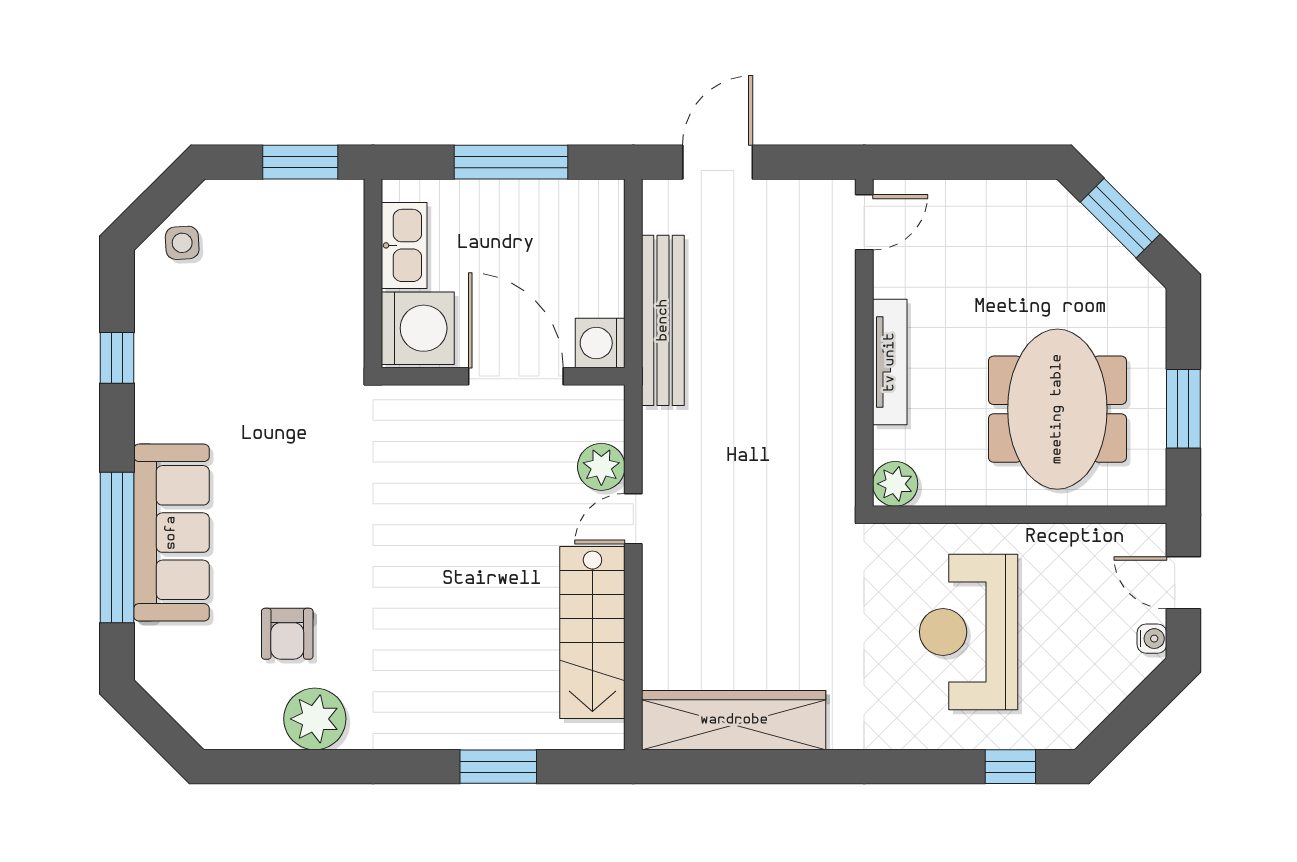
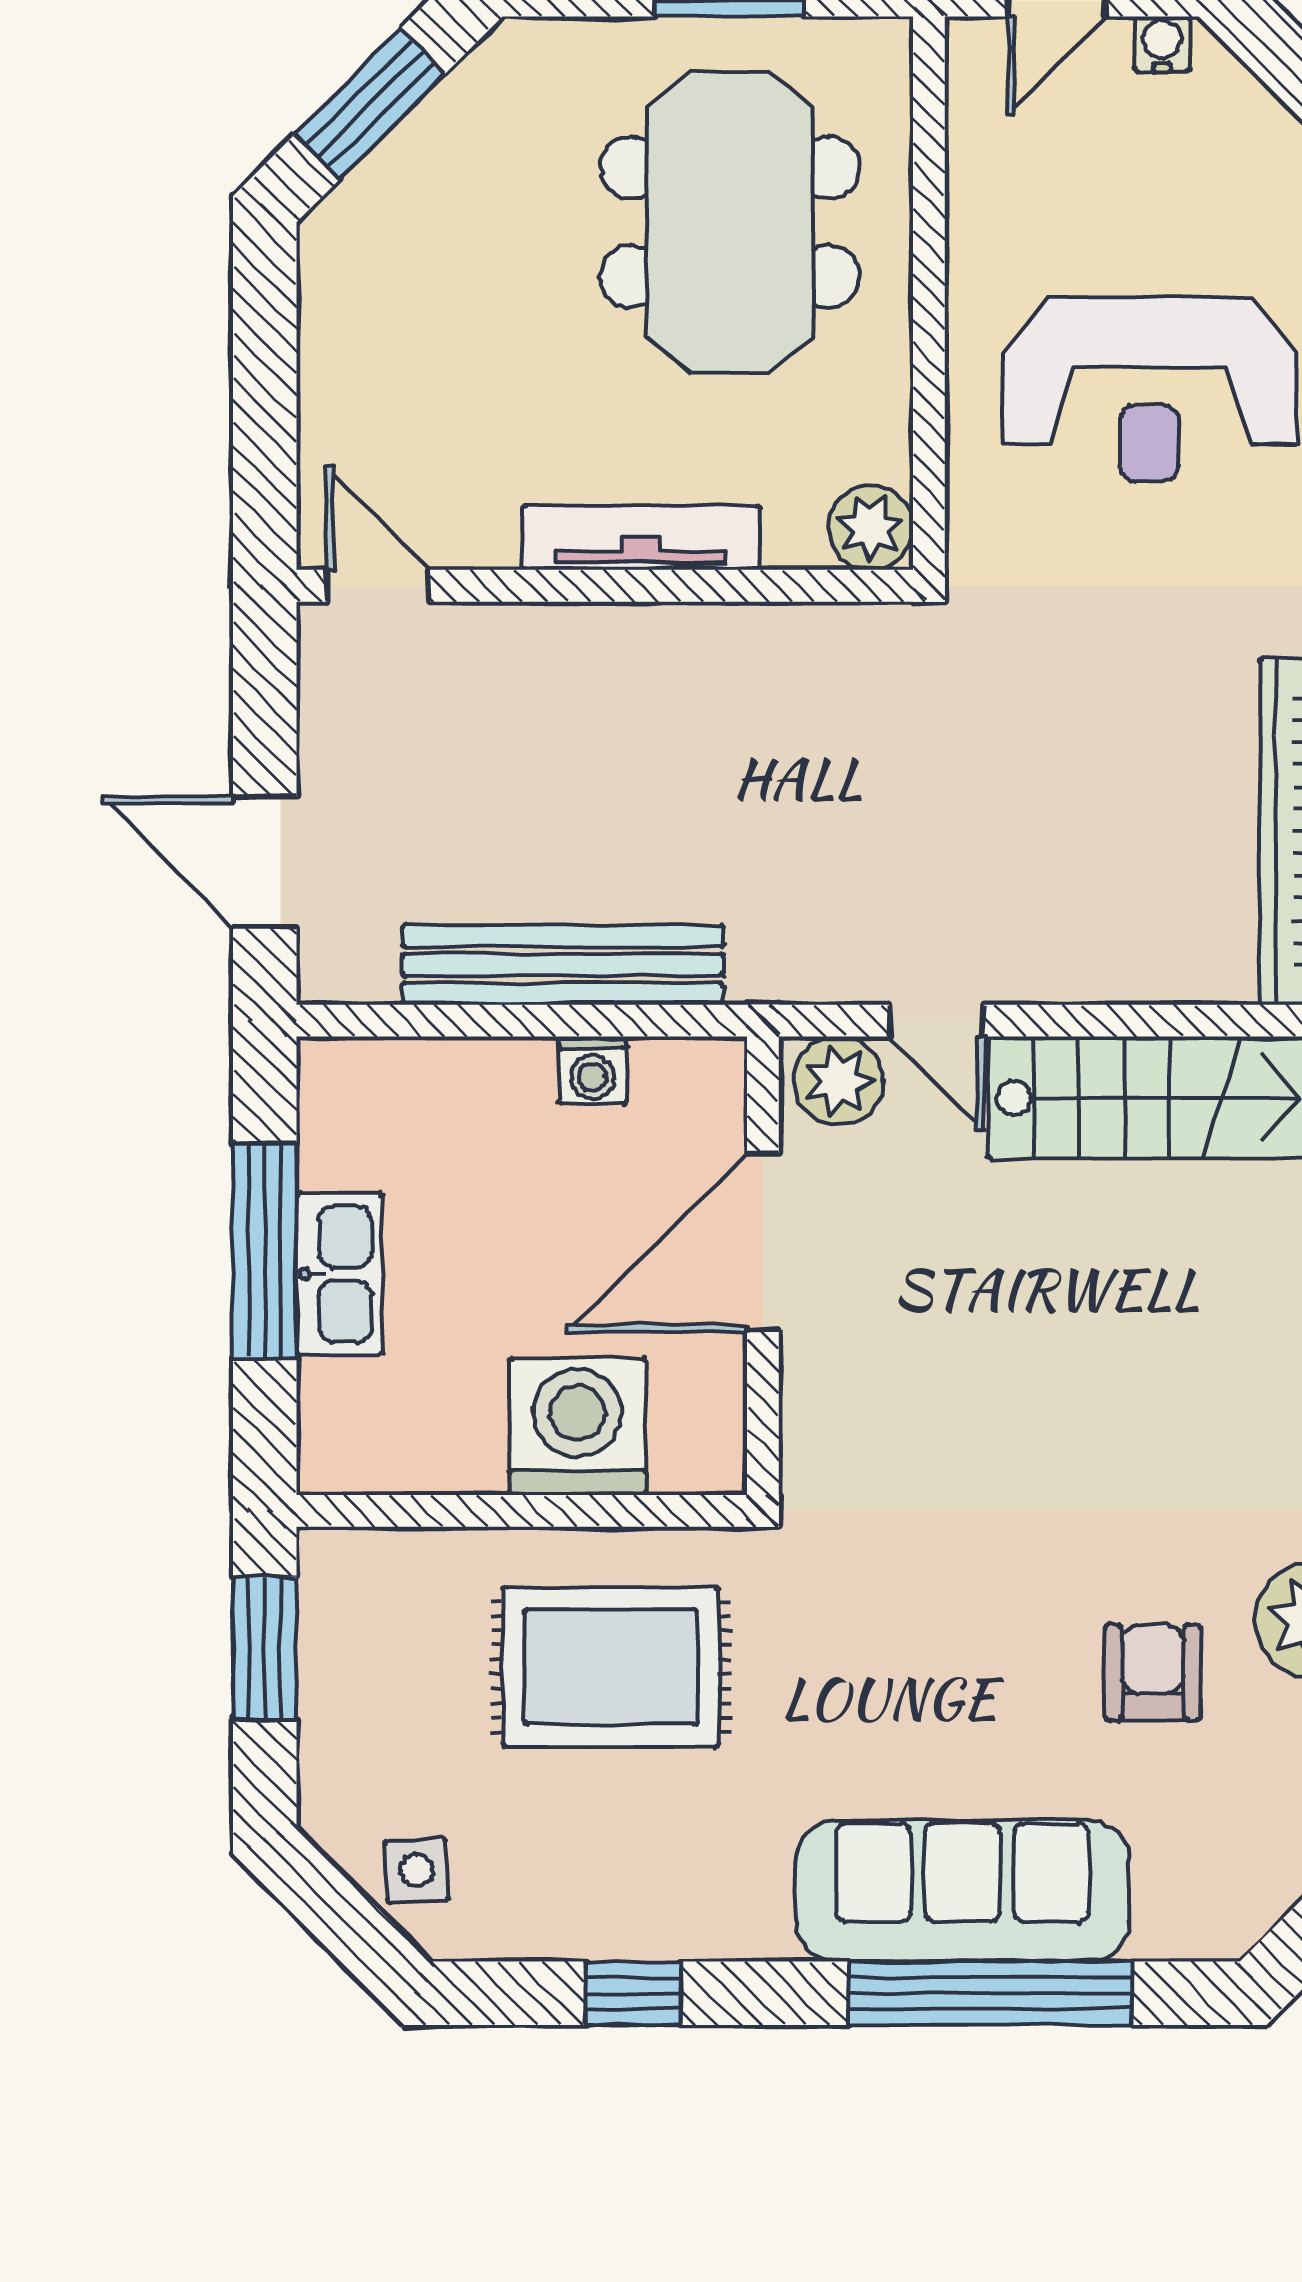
kitchen sink: (404, 245) -> (339, 1274), moved, turned 90
washing machine: (600, 343) -> (593, 1070), width x0.73, depth x0.73
rug: (290, 346) -> (611, 1667), added
wall: (503, 376) -> (763, 1266), moved
door: (516, 376) -> (763, 1242), moved
meeting table: (1057, 409) -> (730, 222), turned 90
armchair: (287, 634) -> (1153, 1672), turned -90

